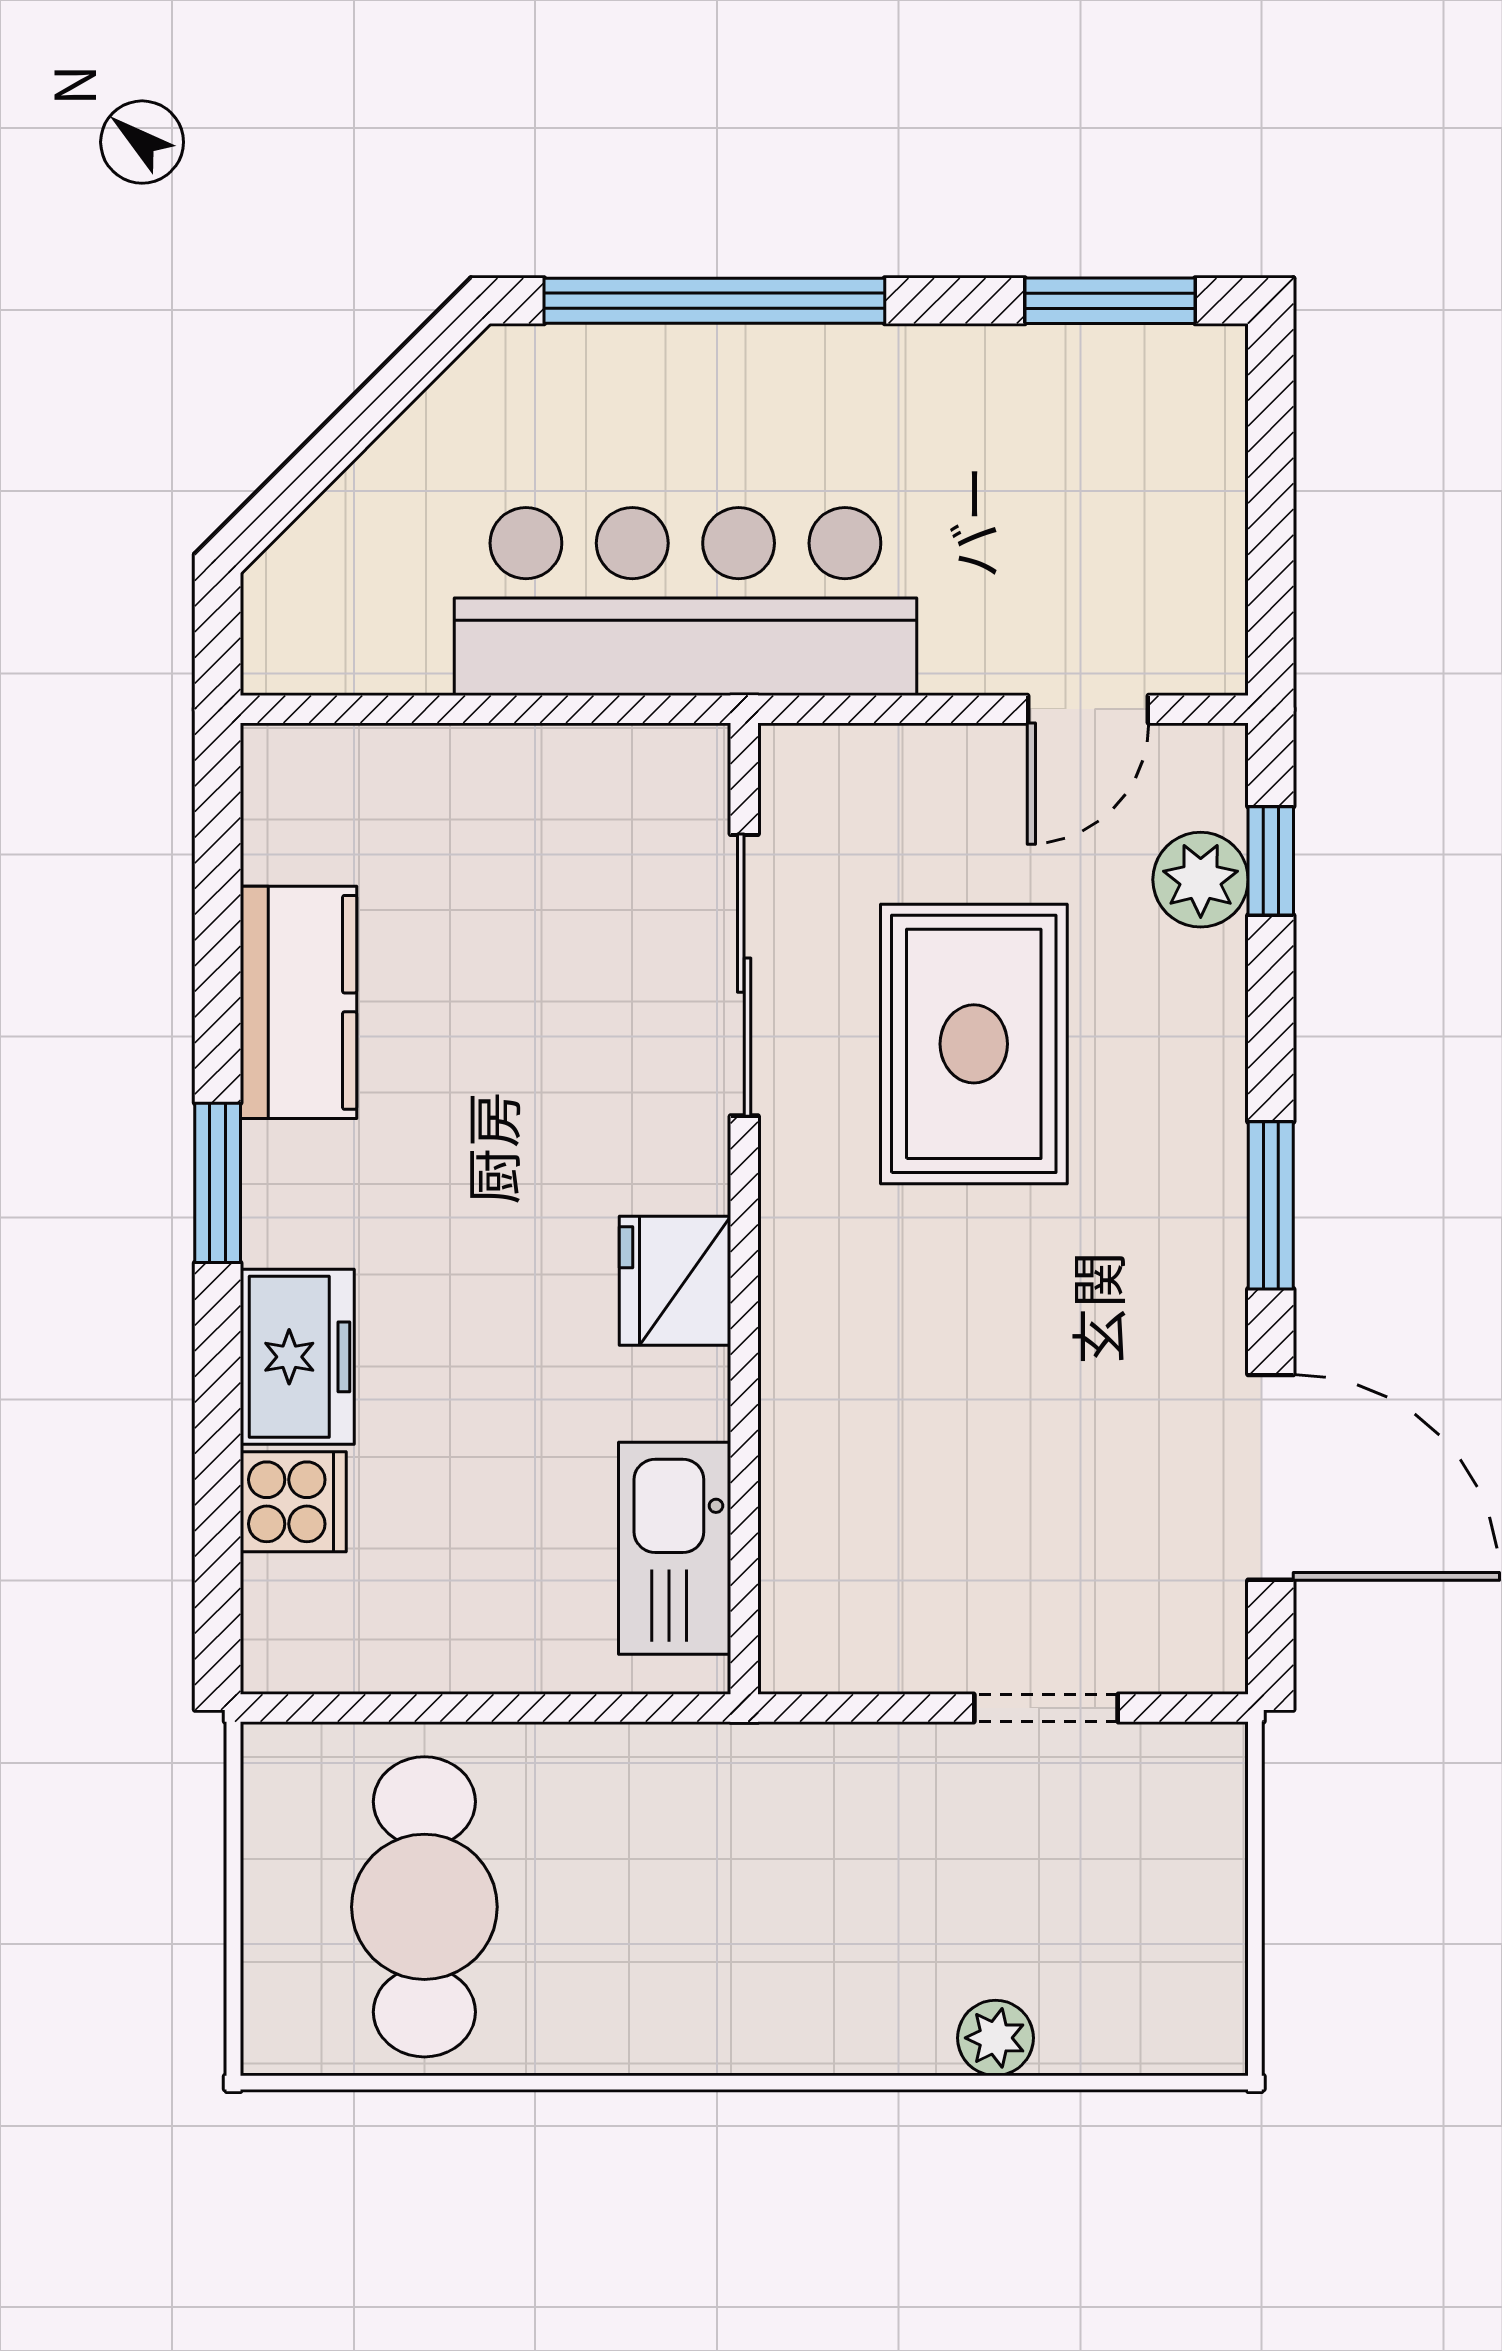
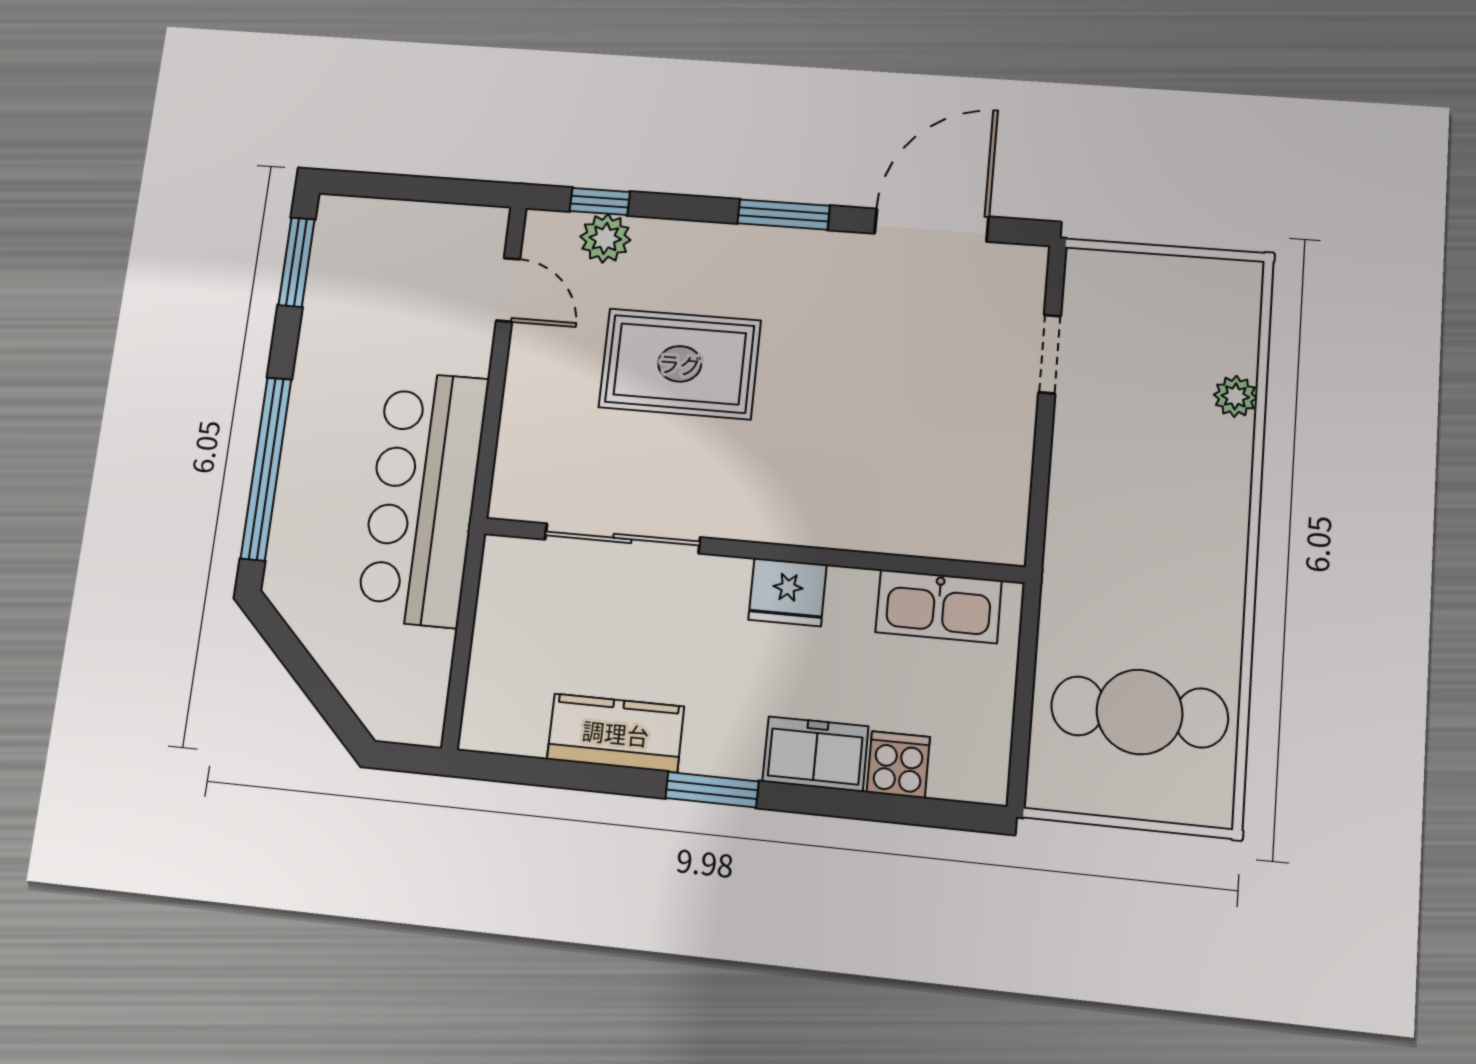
sliding door: (744, 975) -> (622, 538), moved
wall: (744, 1209) -> (751, 550), moved
fridge: (675, 1281) -> (788, 592), moved
kitchen sink: (675, 1548) -> (939, 606), moved

